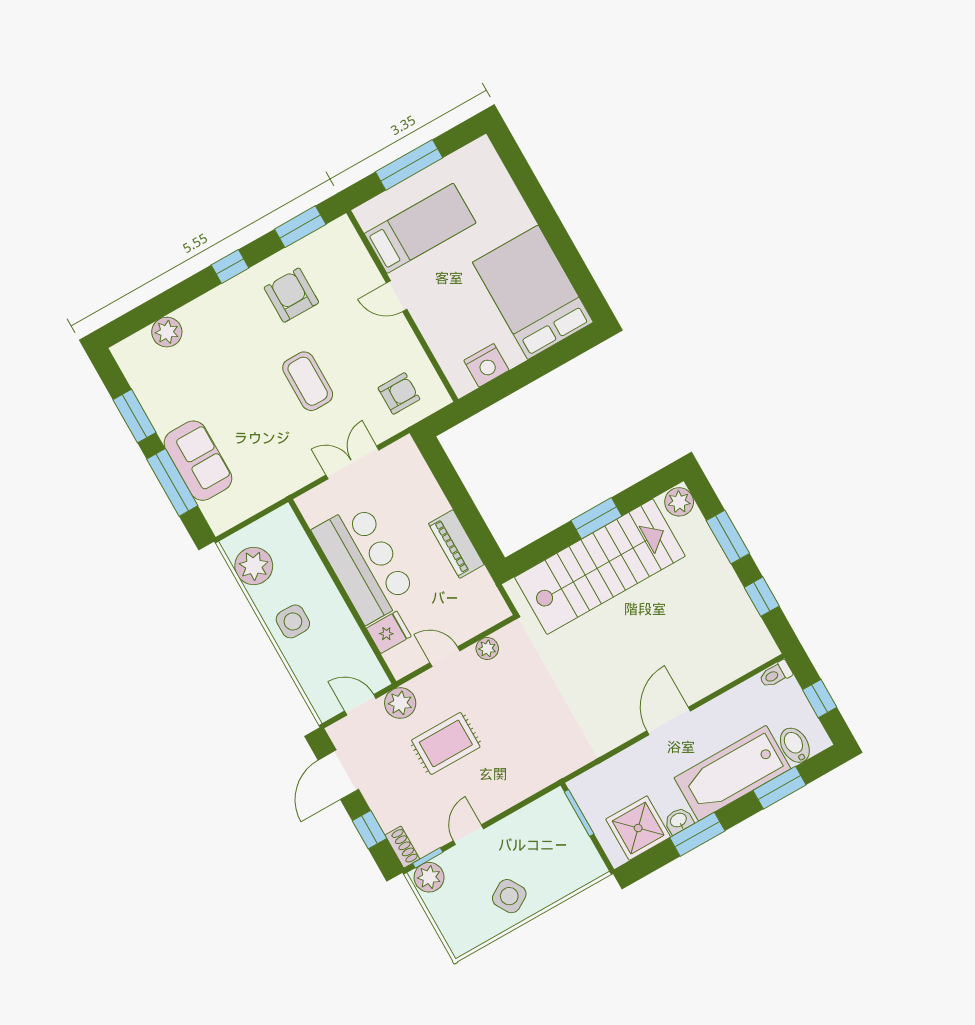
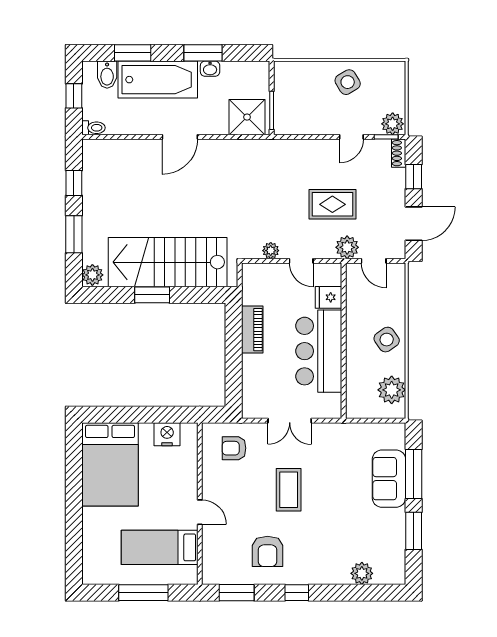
side table: (293, 621) -> (387, 340), turned -35
shower: (638, 828) -> (247, 117), moved

